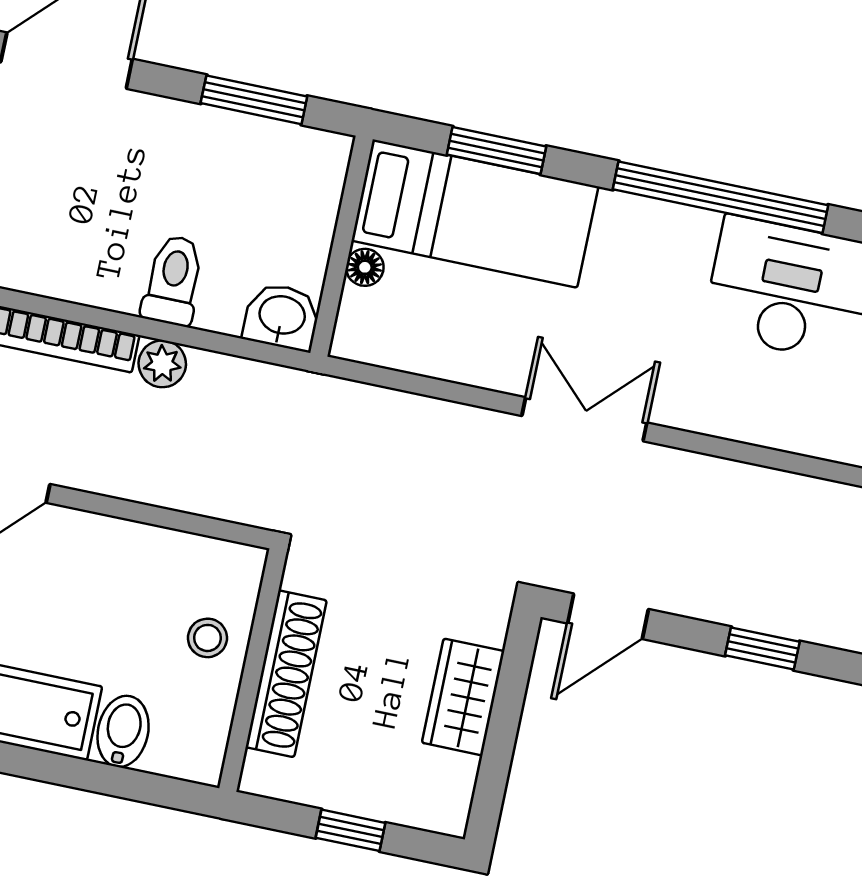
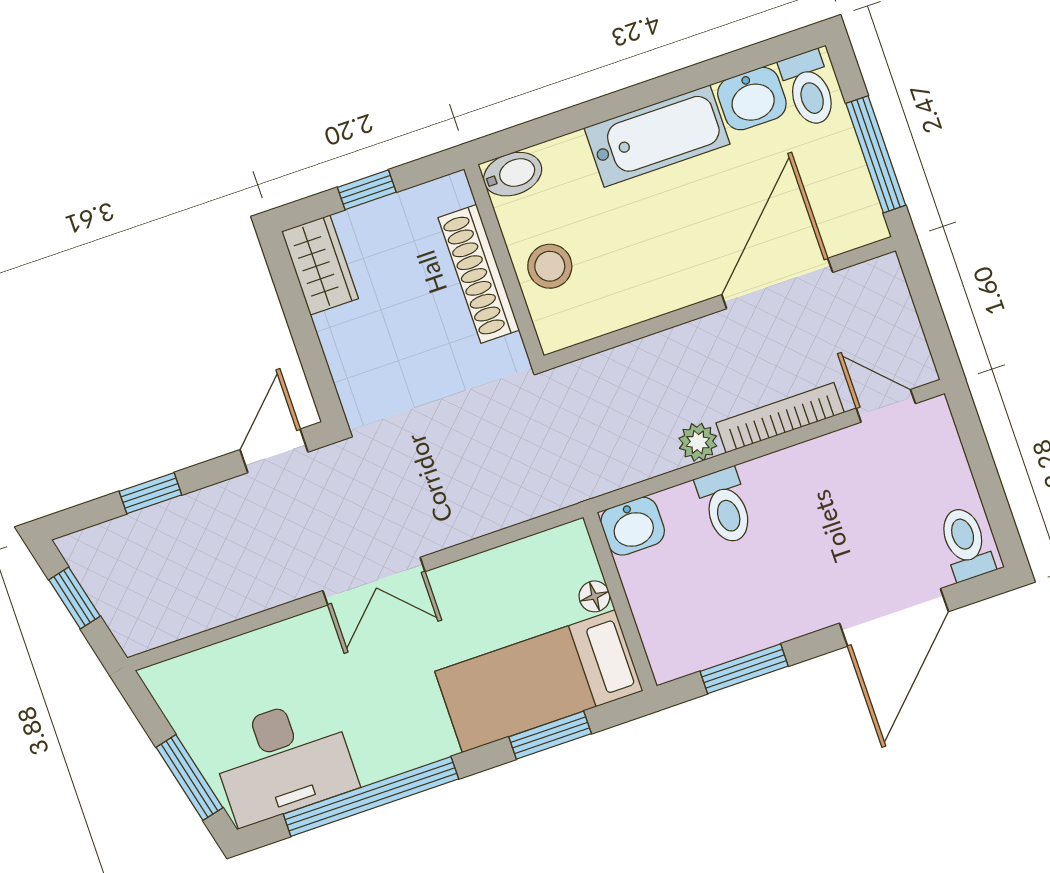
stool: (207, 638) -> (550, 266), width x1.37, depth x1.37
wardrobe: (463, 697) -> (320, 265), moved
bidet: (123, 731) -> (513, 174), moved, turned -90

